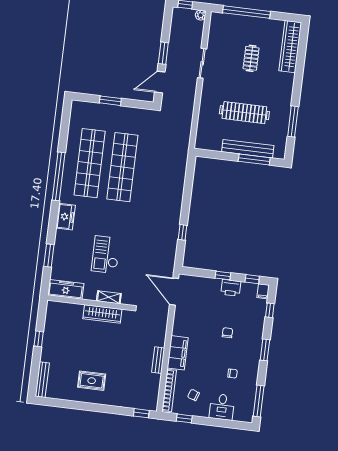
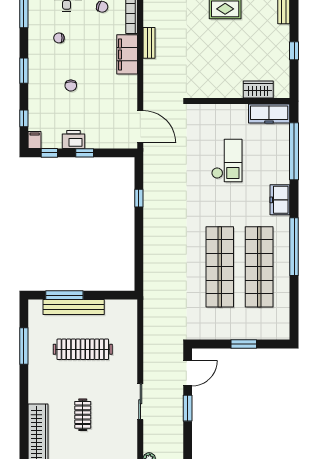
window: (49, 256) -> (294, 151), width x2.11
shelving: (109, 297) -> (217, 110), removed
wardrobe: (102, 314) -> (258, 90), moved, width x0.67

